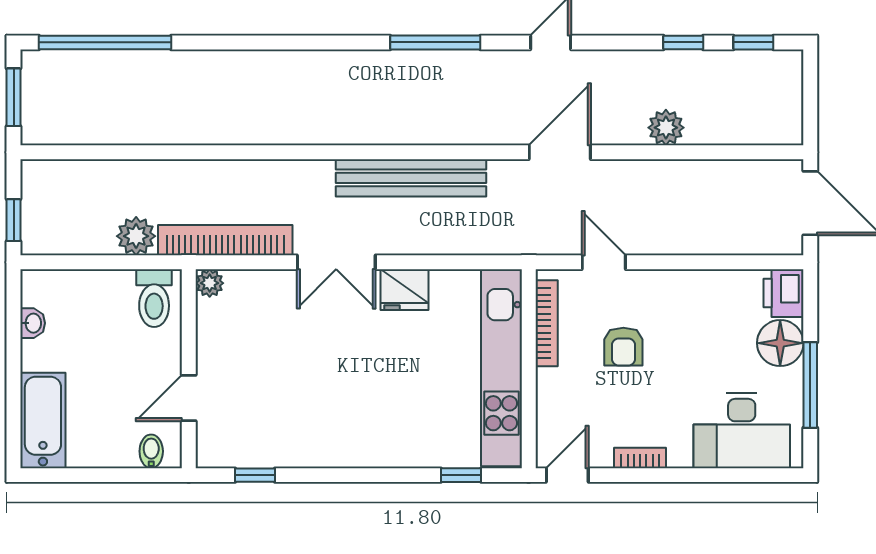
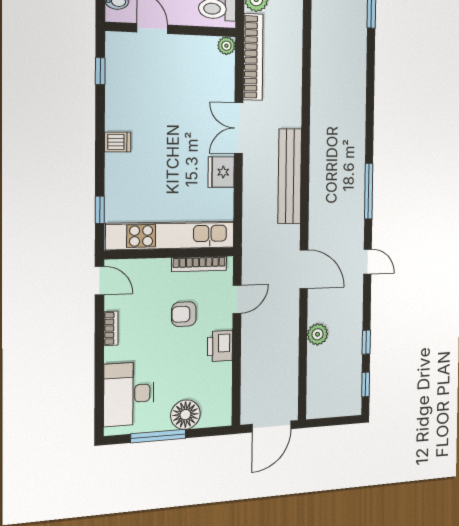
printer: (784, 293) -> (220, 346), moved, turned -90
dishwasher: (360, 449) -> (118, 142), added

